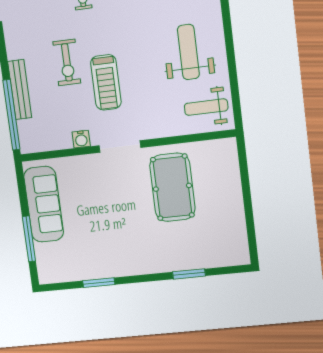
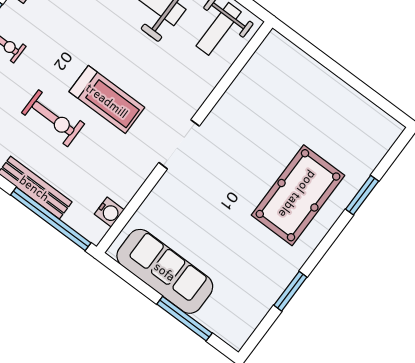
water cooler: (81, 139) -> (109, 212), moved
pool table: (172, 187) -> (298, 195), moved, turned 90

